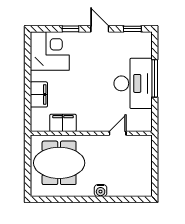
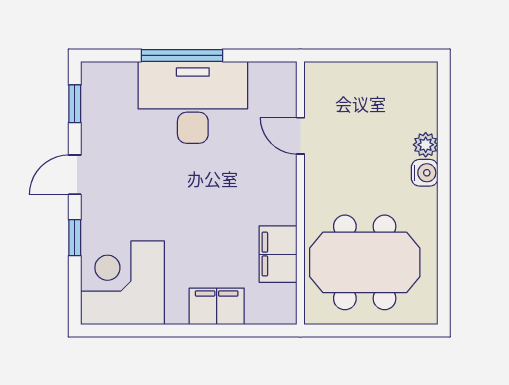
meeting table: (59, 163) -> (365, 262), turned 90
plant: (113, 191) -> (426, 145), added

